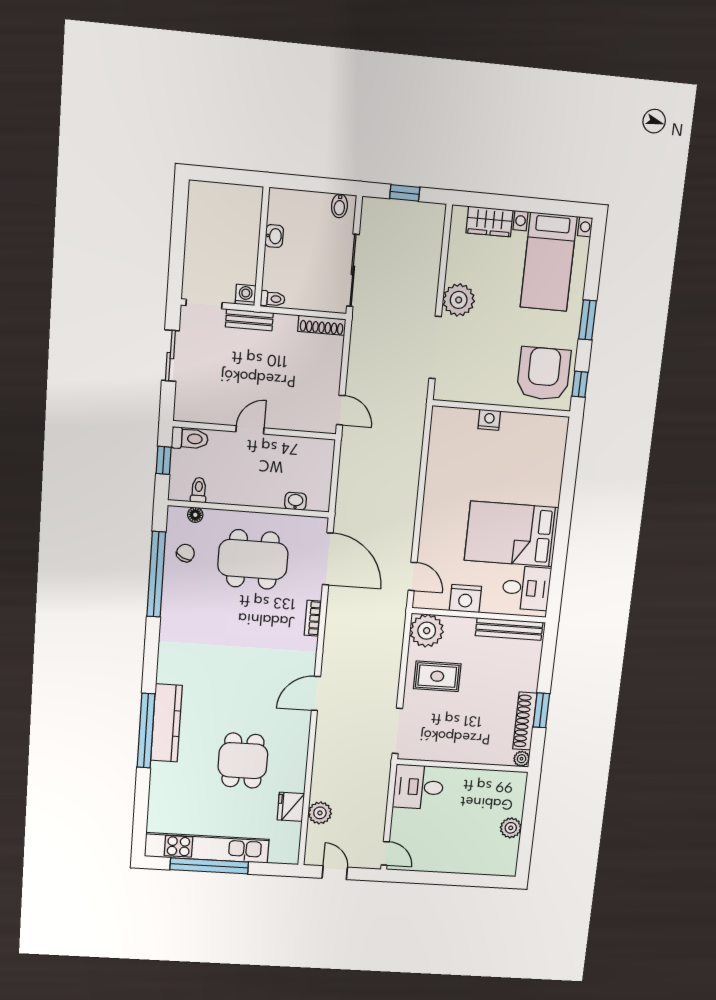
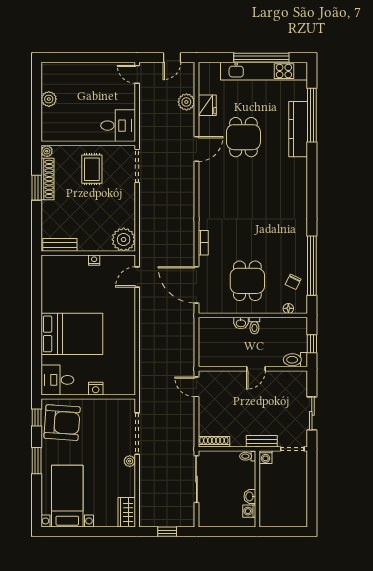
bidet: (339, 206) -> (209, 520), removed
washing machine: (277, 213) -> (249, 511), added
wardrobe: (490, 222) -> (127, 512), moved, turned -90
plant: (459, 300) -> (130, 461), width x0.53, depth x0.53
armchair: (544, 374) -> (62, 423), turned -86
toilet: (199, 490) -> (254, 326), moved
washbasin: (295, 501) -> (241, 323), moved
bed: (512, 534) -> (72, 334), moved
dining table: (253, 559) -> (247, 281), width x0.73
door: (413, 576) -> (137, 277), hinge flipped
desk: (526, 588) -> (57, 380), moved
nightstand: (465, 598) -> (94, 260), width x0.53, depth x0.56
bench: (509, 629) -> (60, 245), width x0.73
rug: (437, 676) -> (92, 169), moved, turned 90
door: (316, 693) -> (196, 149), moved
kitchen counter: (166, 723) -> (298, 129), moved
window: (146, 731) -> (312, 115), moved
door: (335, 873) -> (172, 58), hinge flipped

